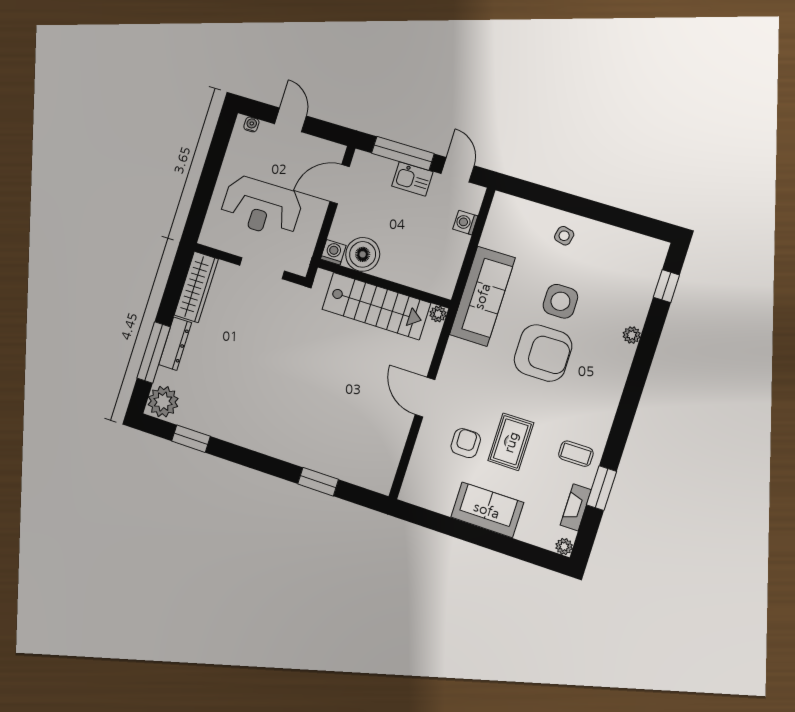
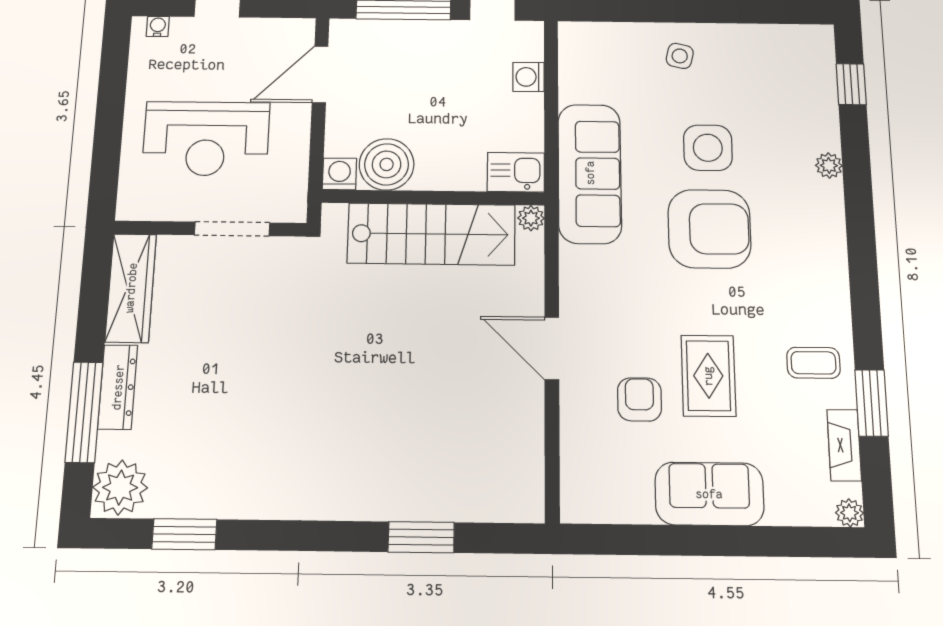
kitchen sink: (412, 179) -> (516, 172), moved, turned 180

